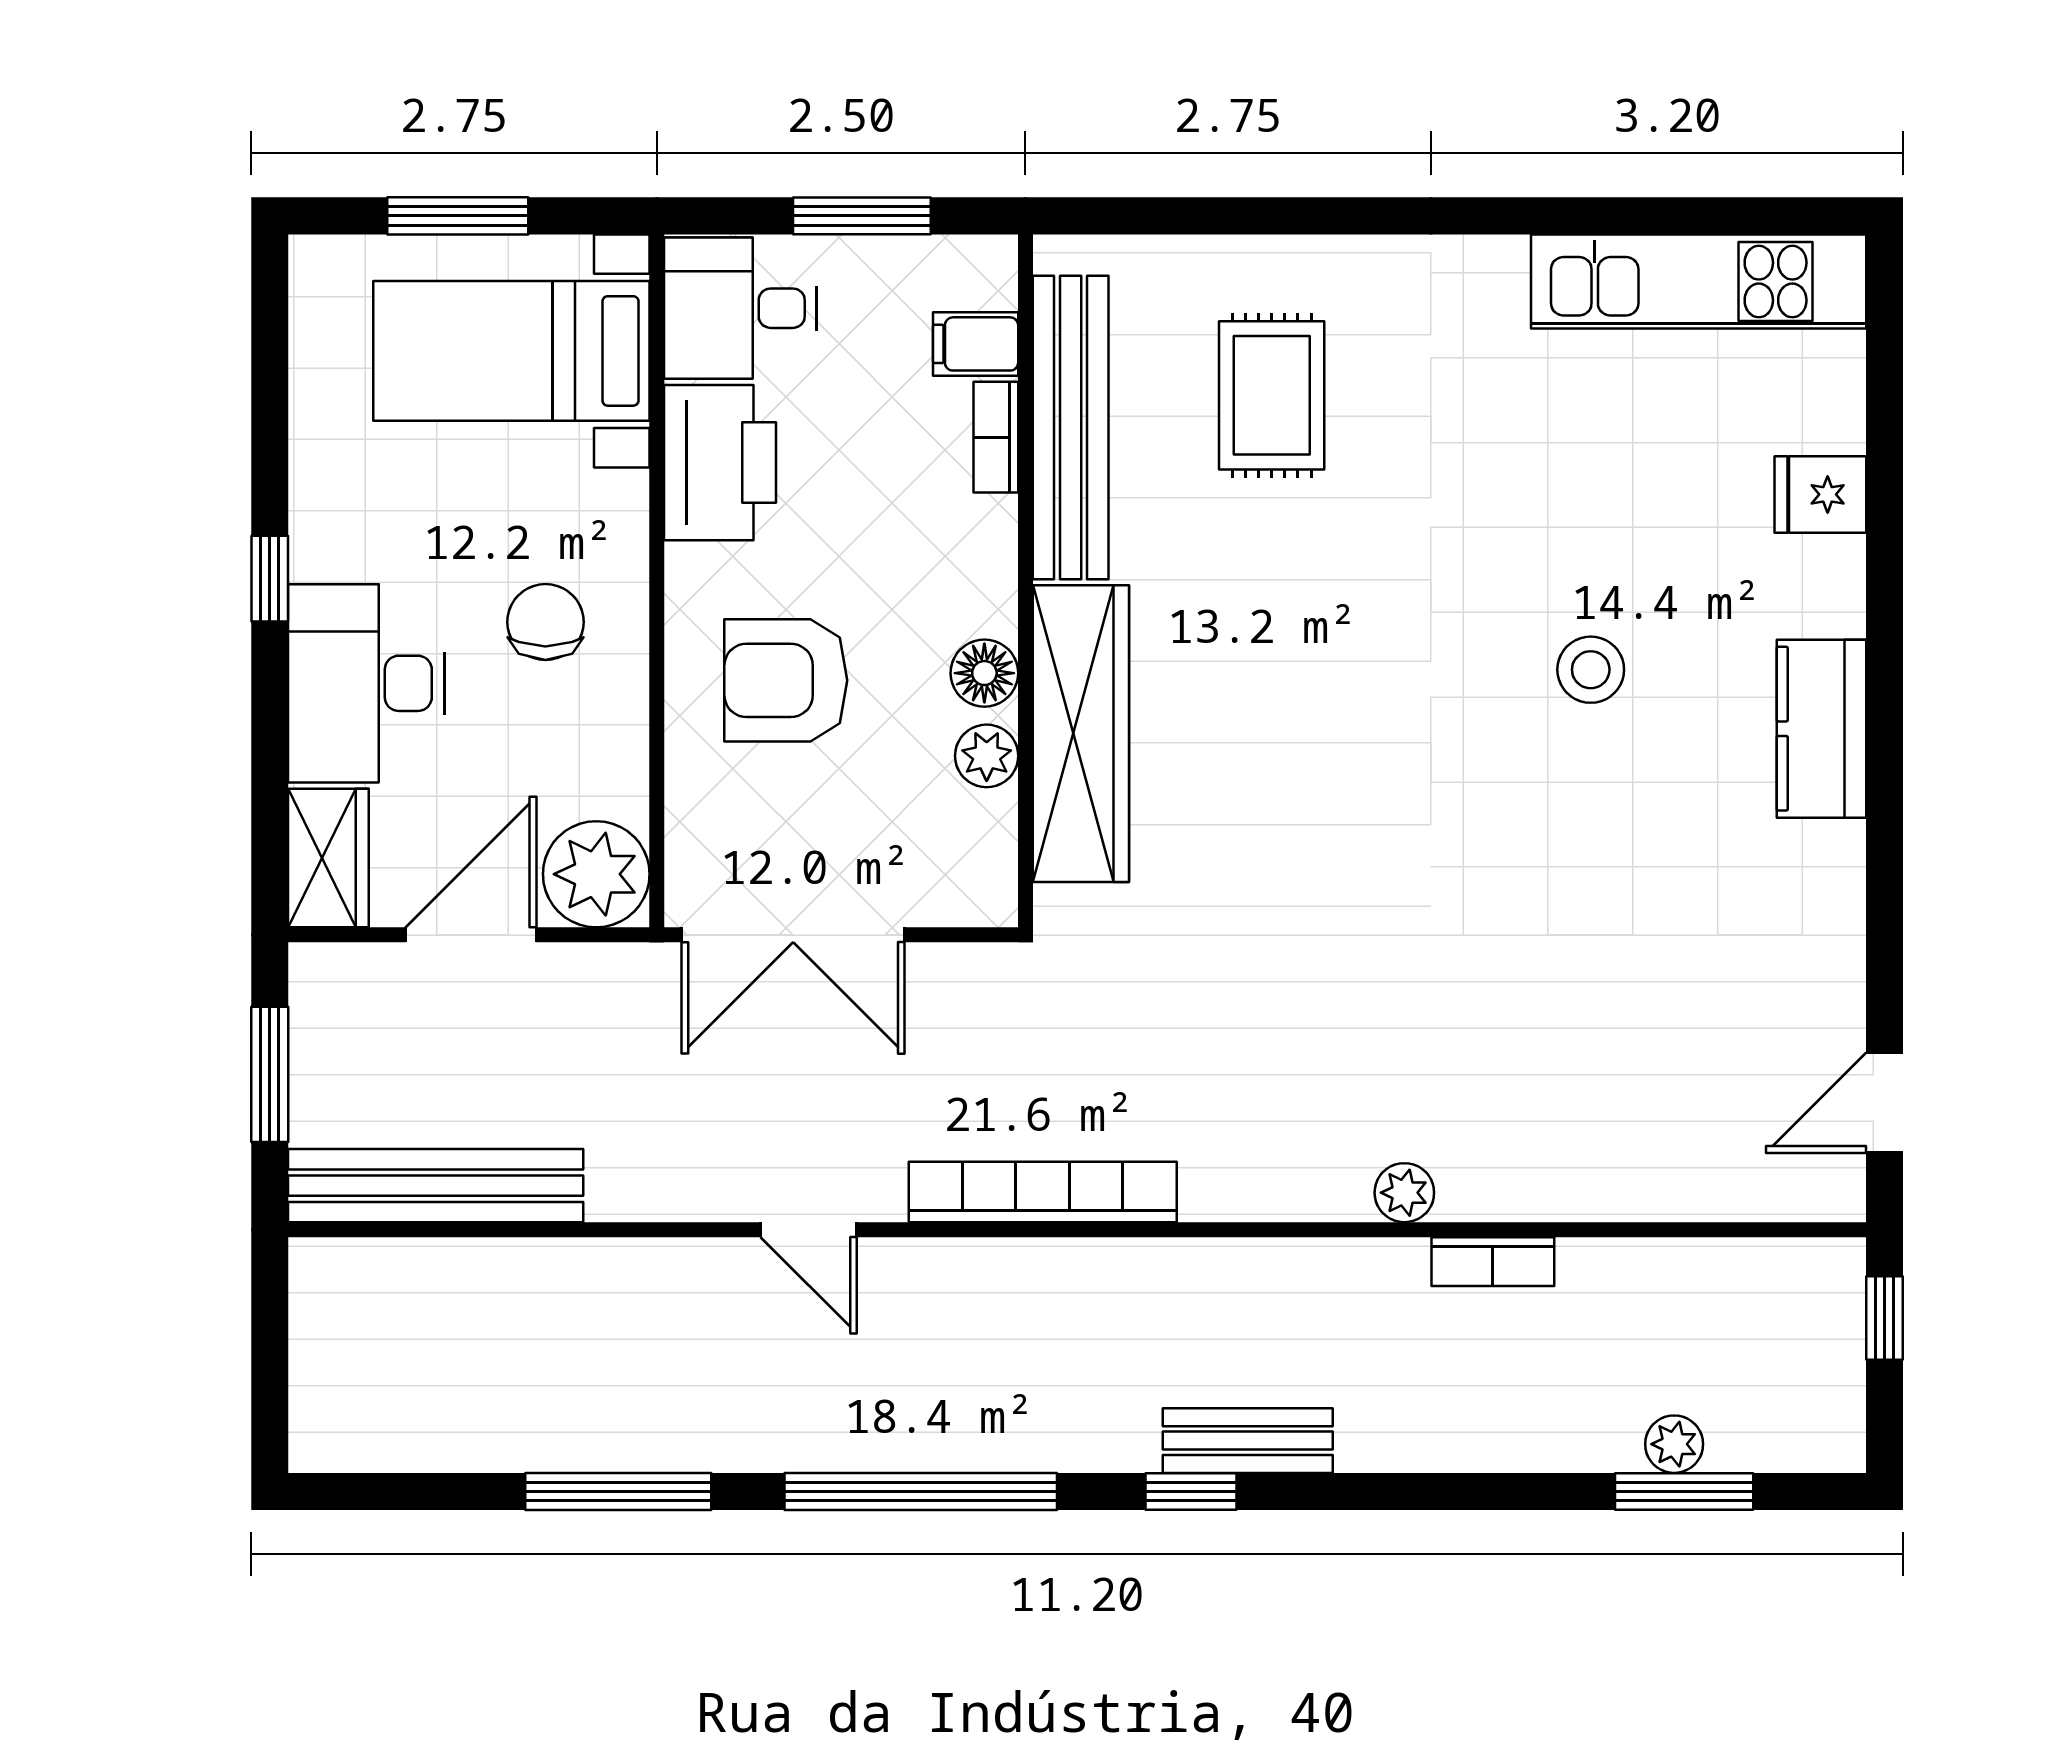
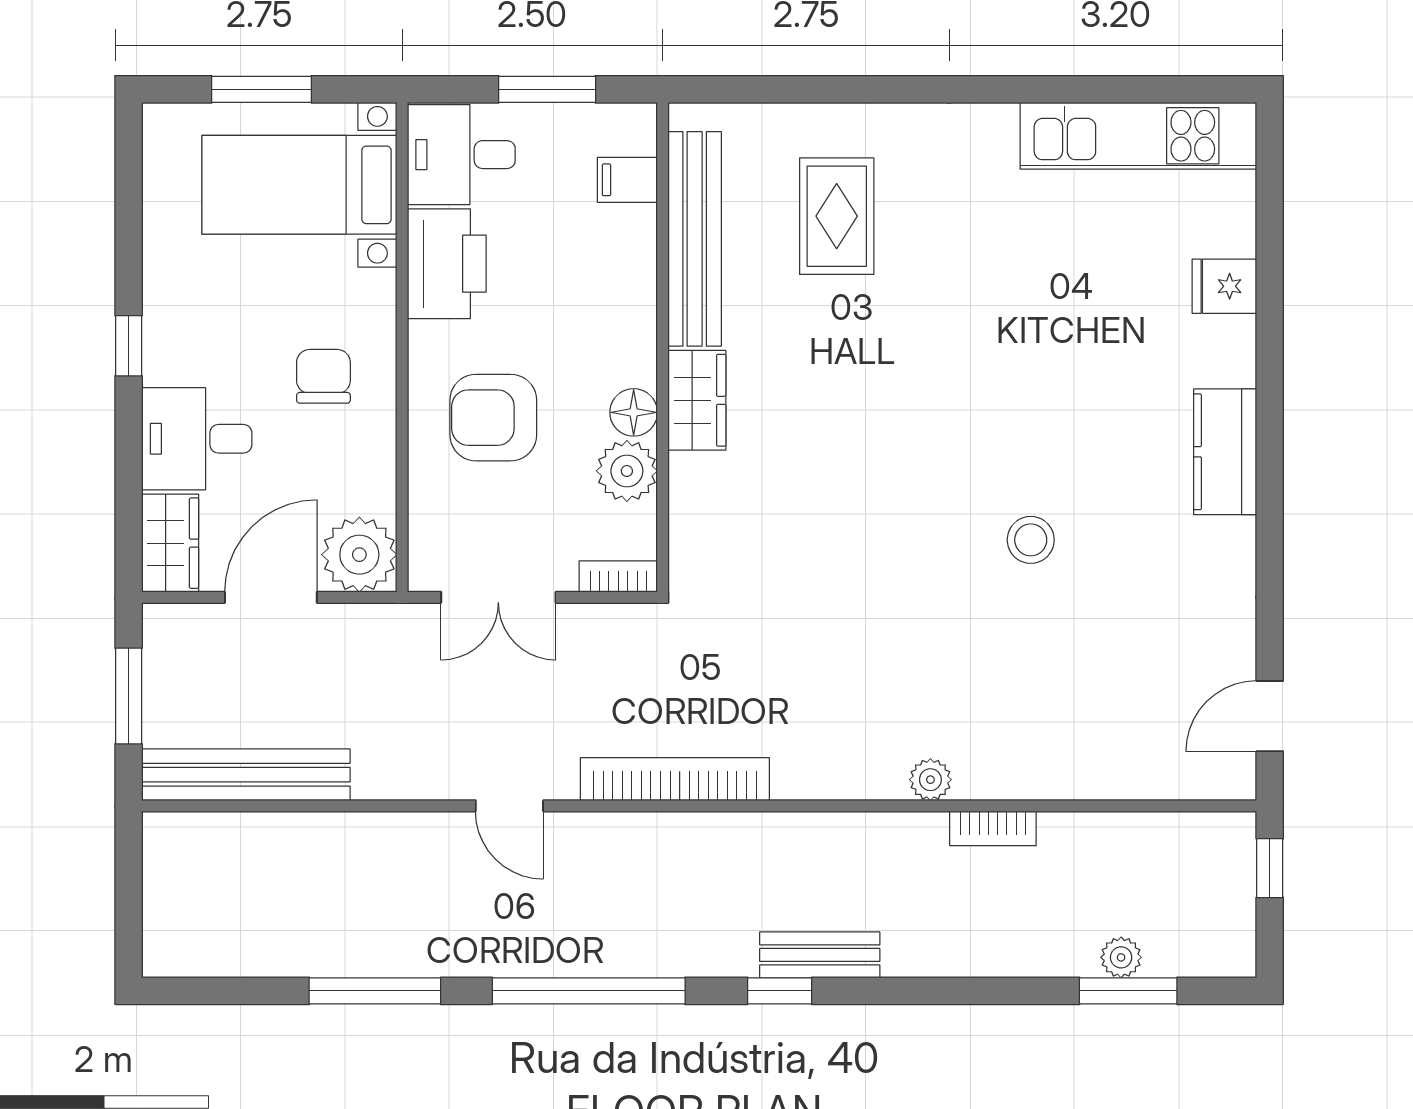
bookcase: (996, 437) -> (618, 577), moved, turned 90
stool: (1591, 670) -> (1031, 540), moved
desk: (366, 683) -> (197, 439), width x0.73
wardrobe: (1081, 734) -> (697, 400), width x0.48, depth x0.85
plant: (987, 756) -> (627, 471), width x1.38, depth x1.38
double door: (793, 935) -> (498, 597), width x0.73

